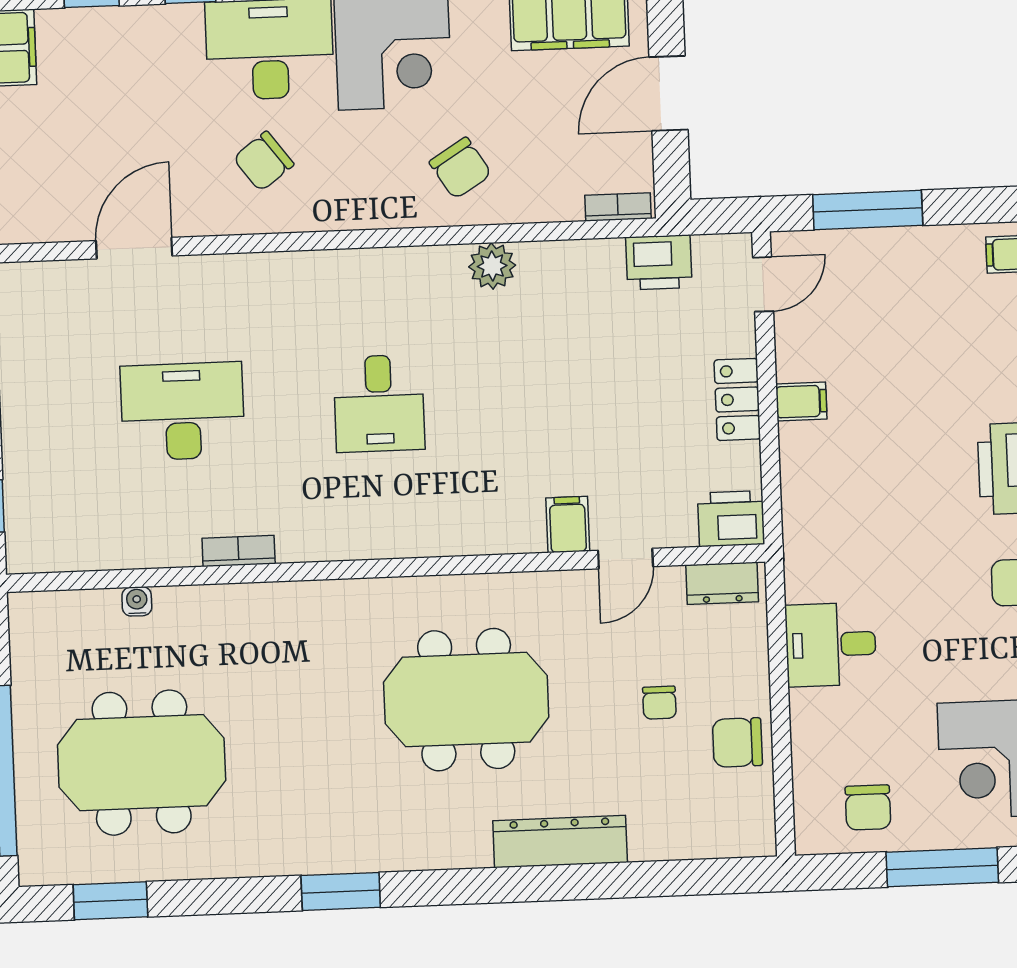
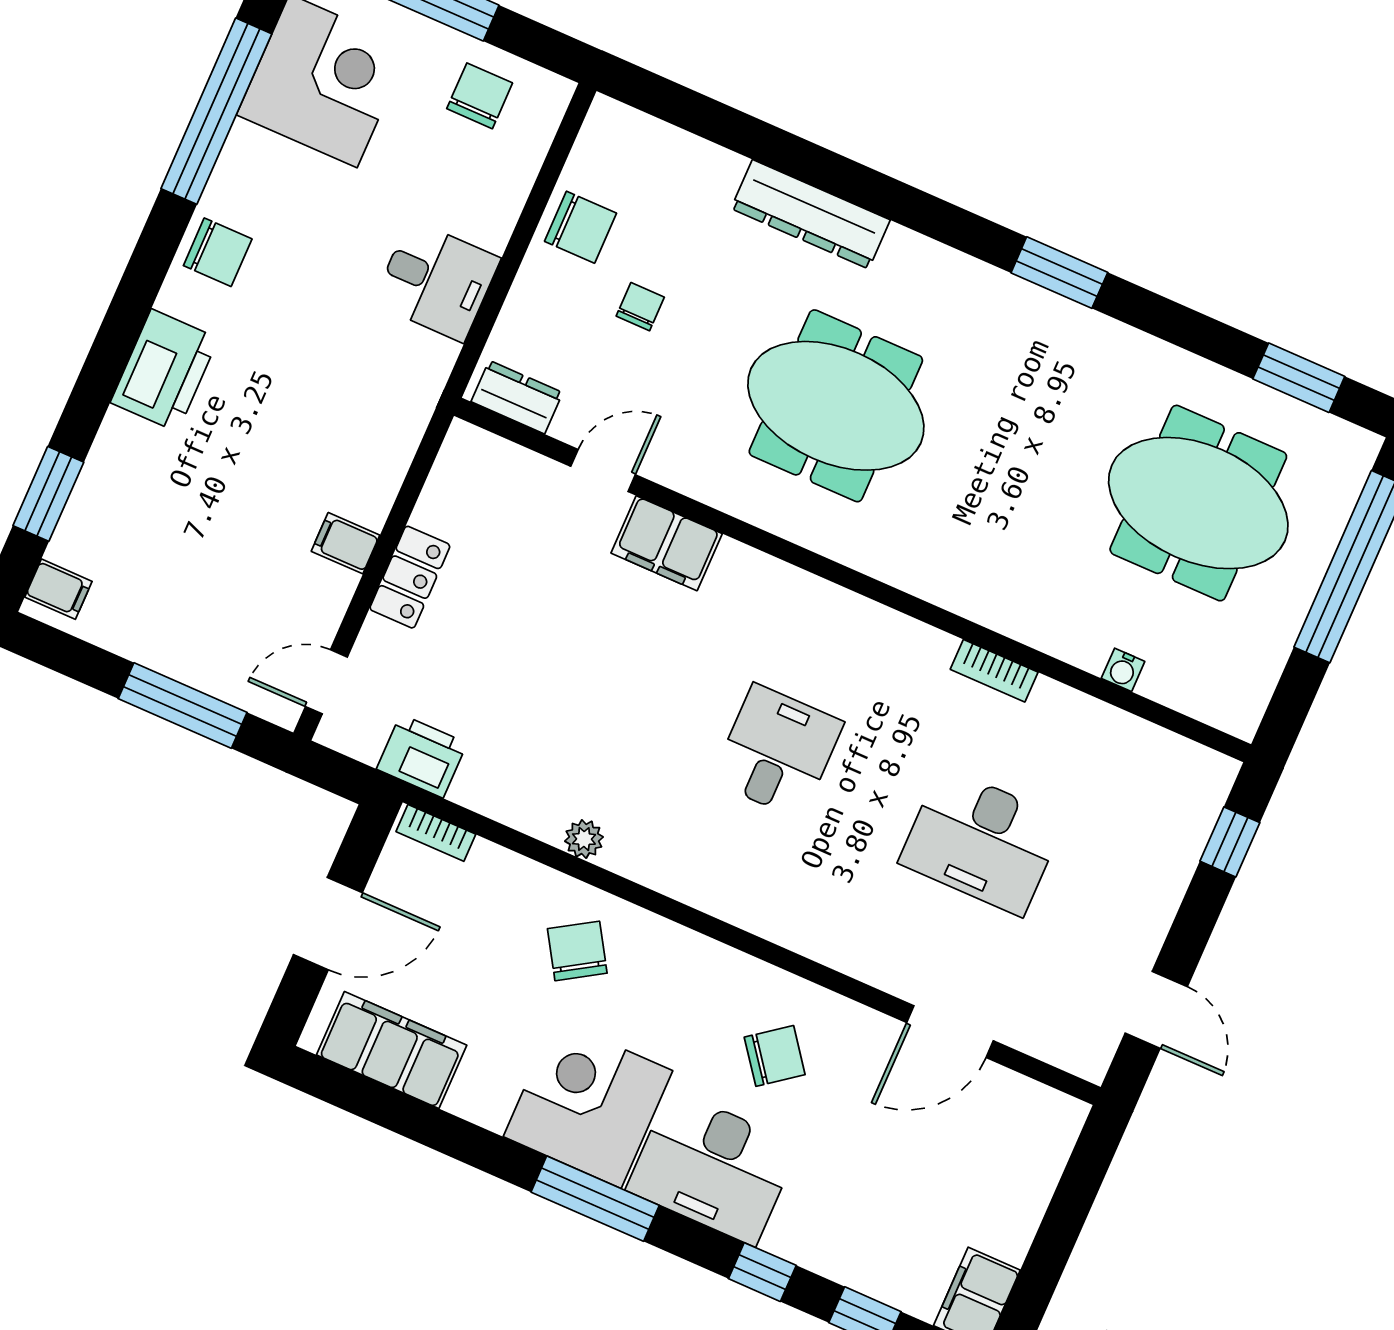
plant: (492, 266) -> (584, 839), width x0.73, depth x0.73
printer: (731, 519) -> (476, 459), removed
filing cabinet: (568, 525) -> (667, 543), width x2.00

